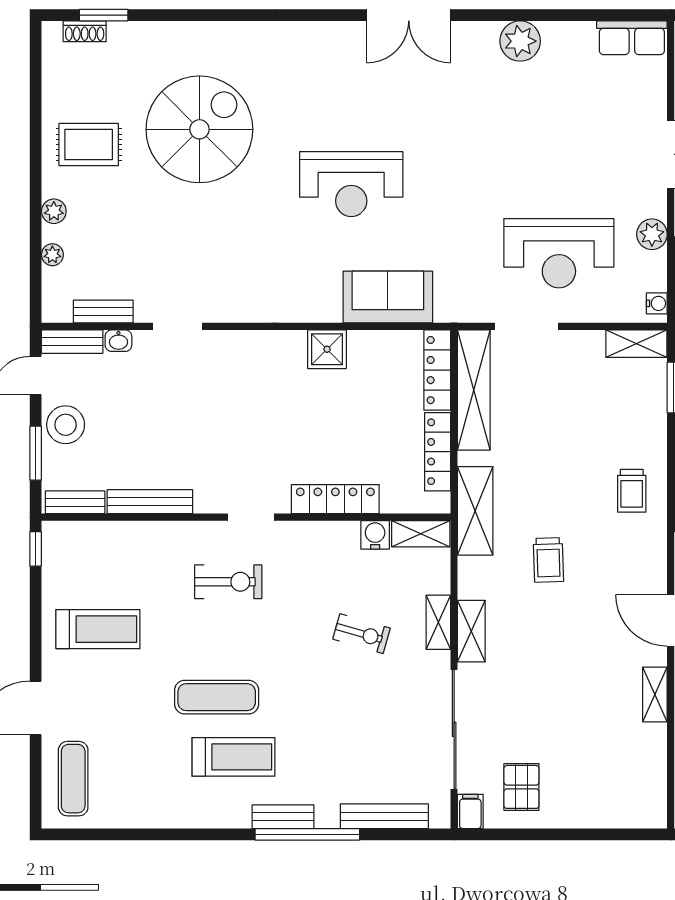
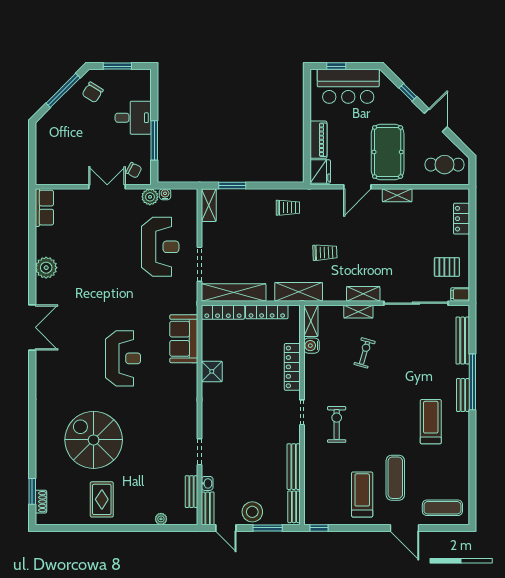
plant: (54, 211) -> (138, 518), removed
water cooler: (657, 303) -> (165, 194), moved
exercise mat: (217, 697) -> (395, 478), moved
locker: (611, 814) -> (461, 219), added

